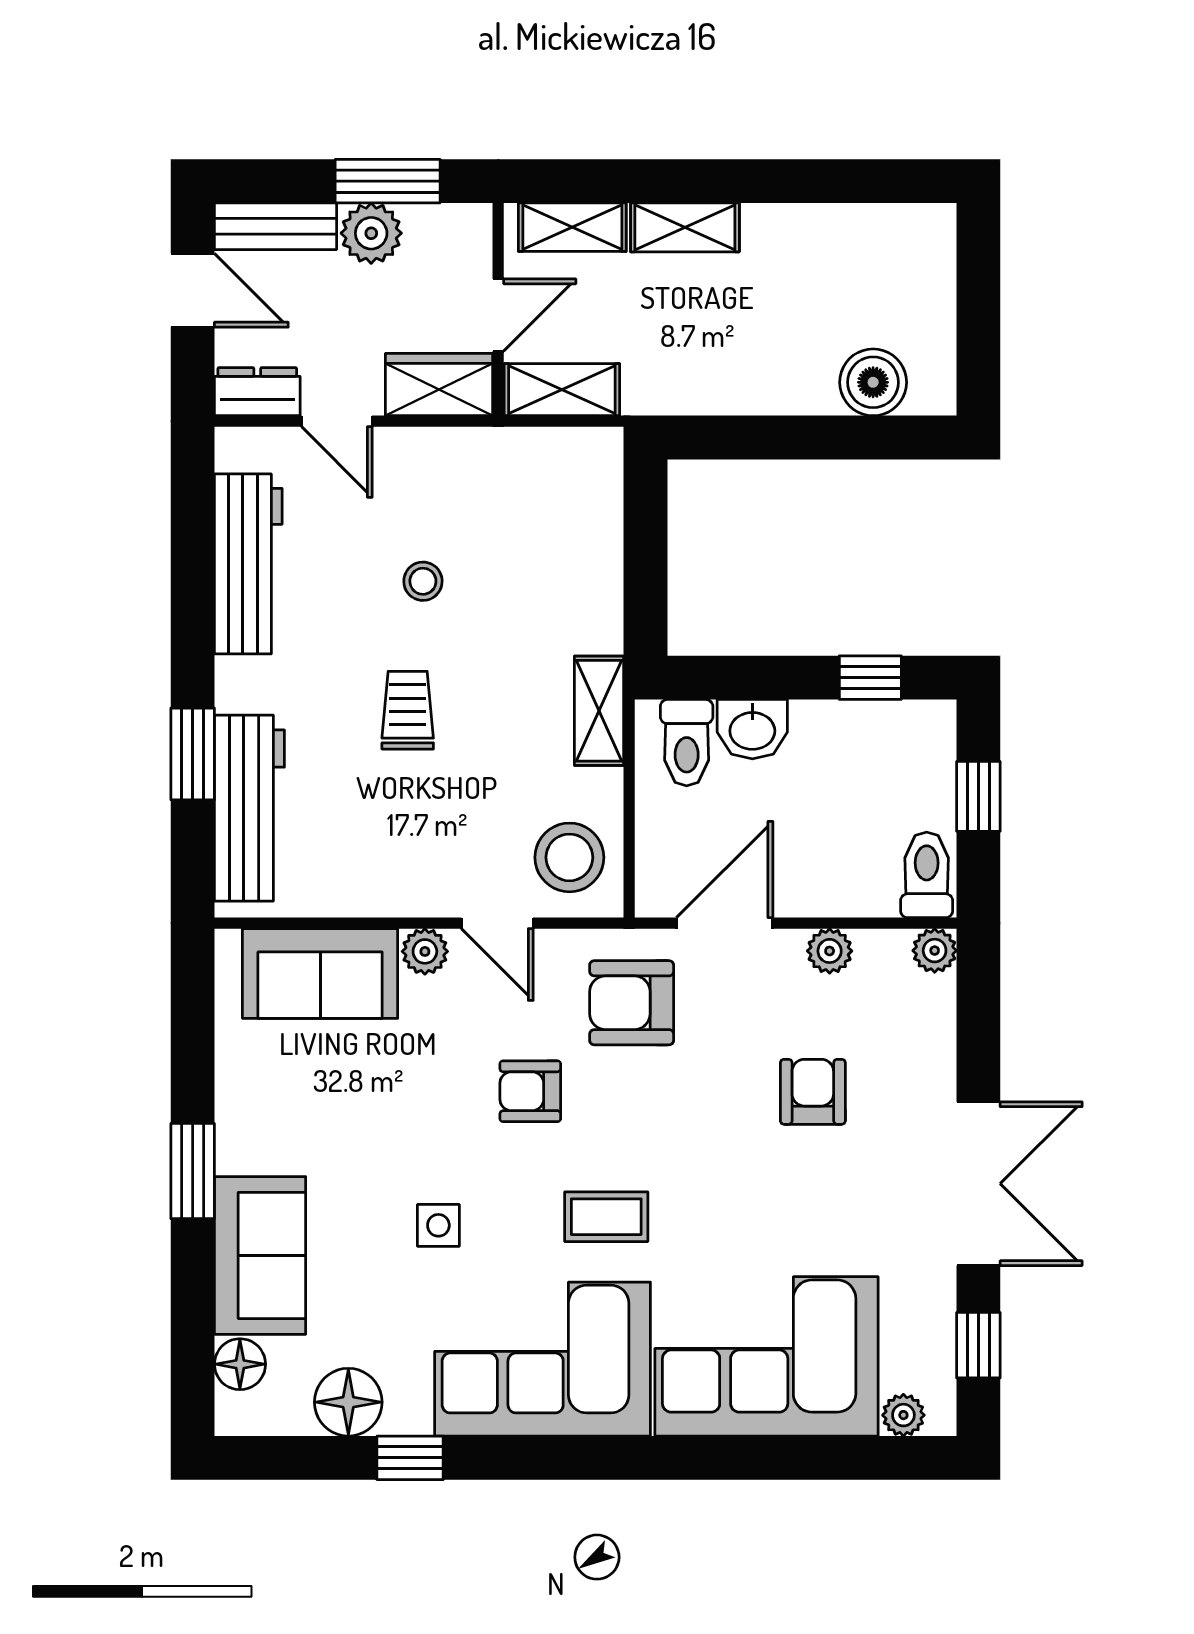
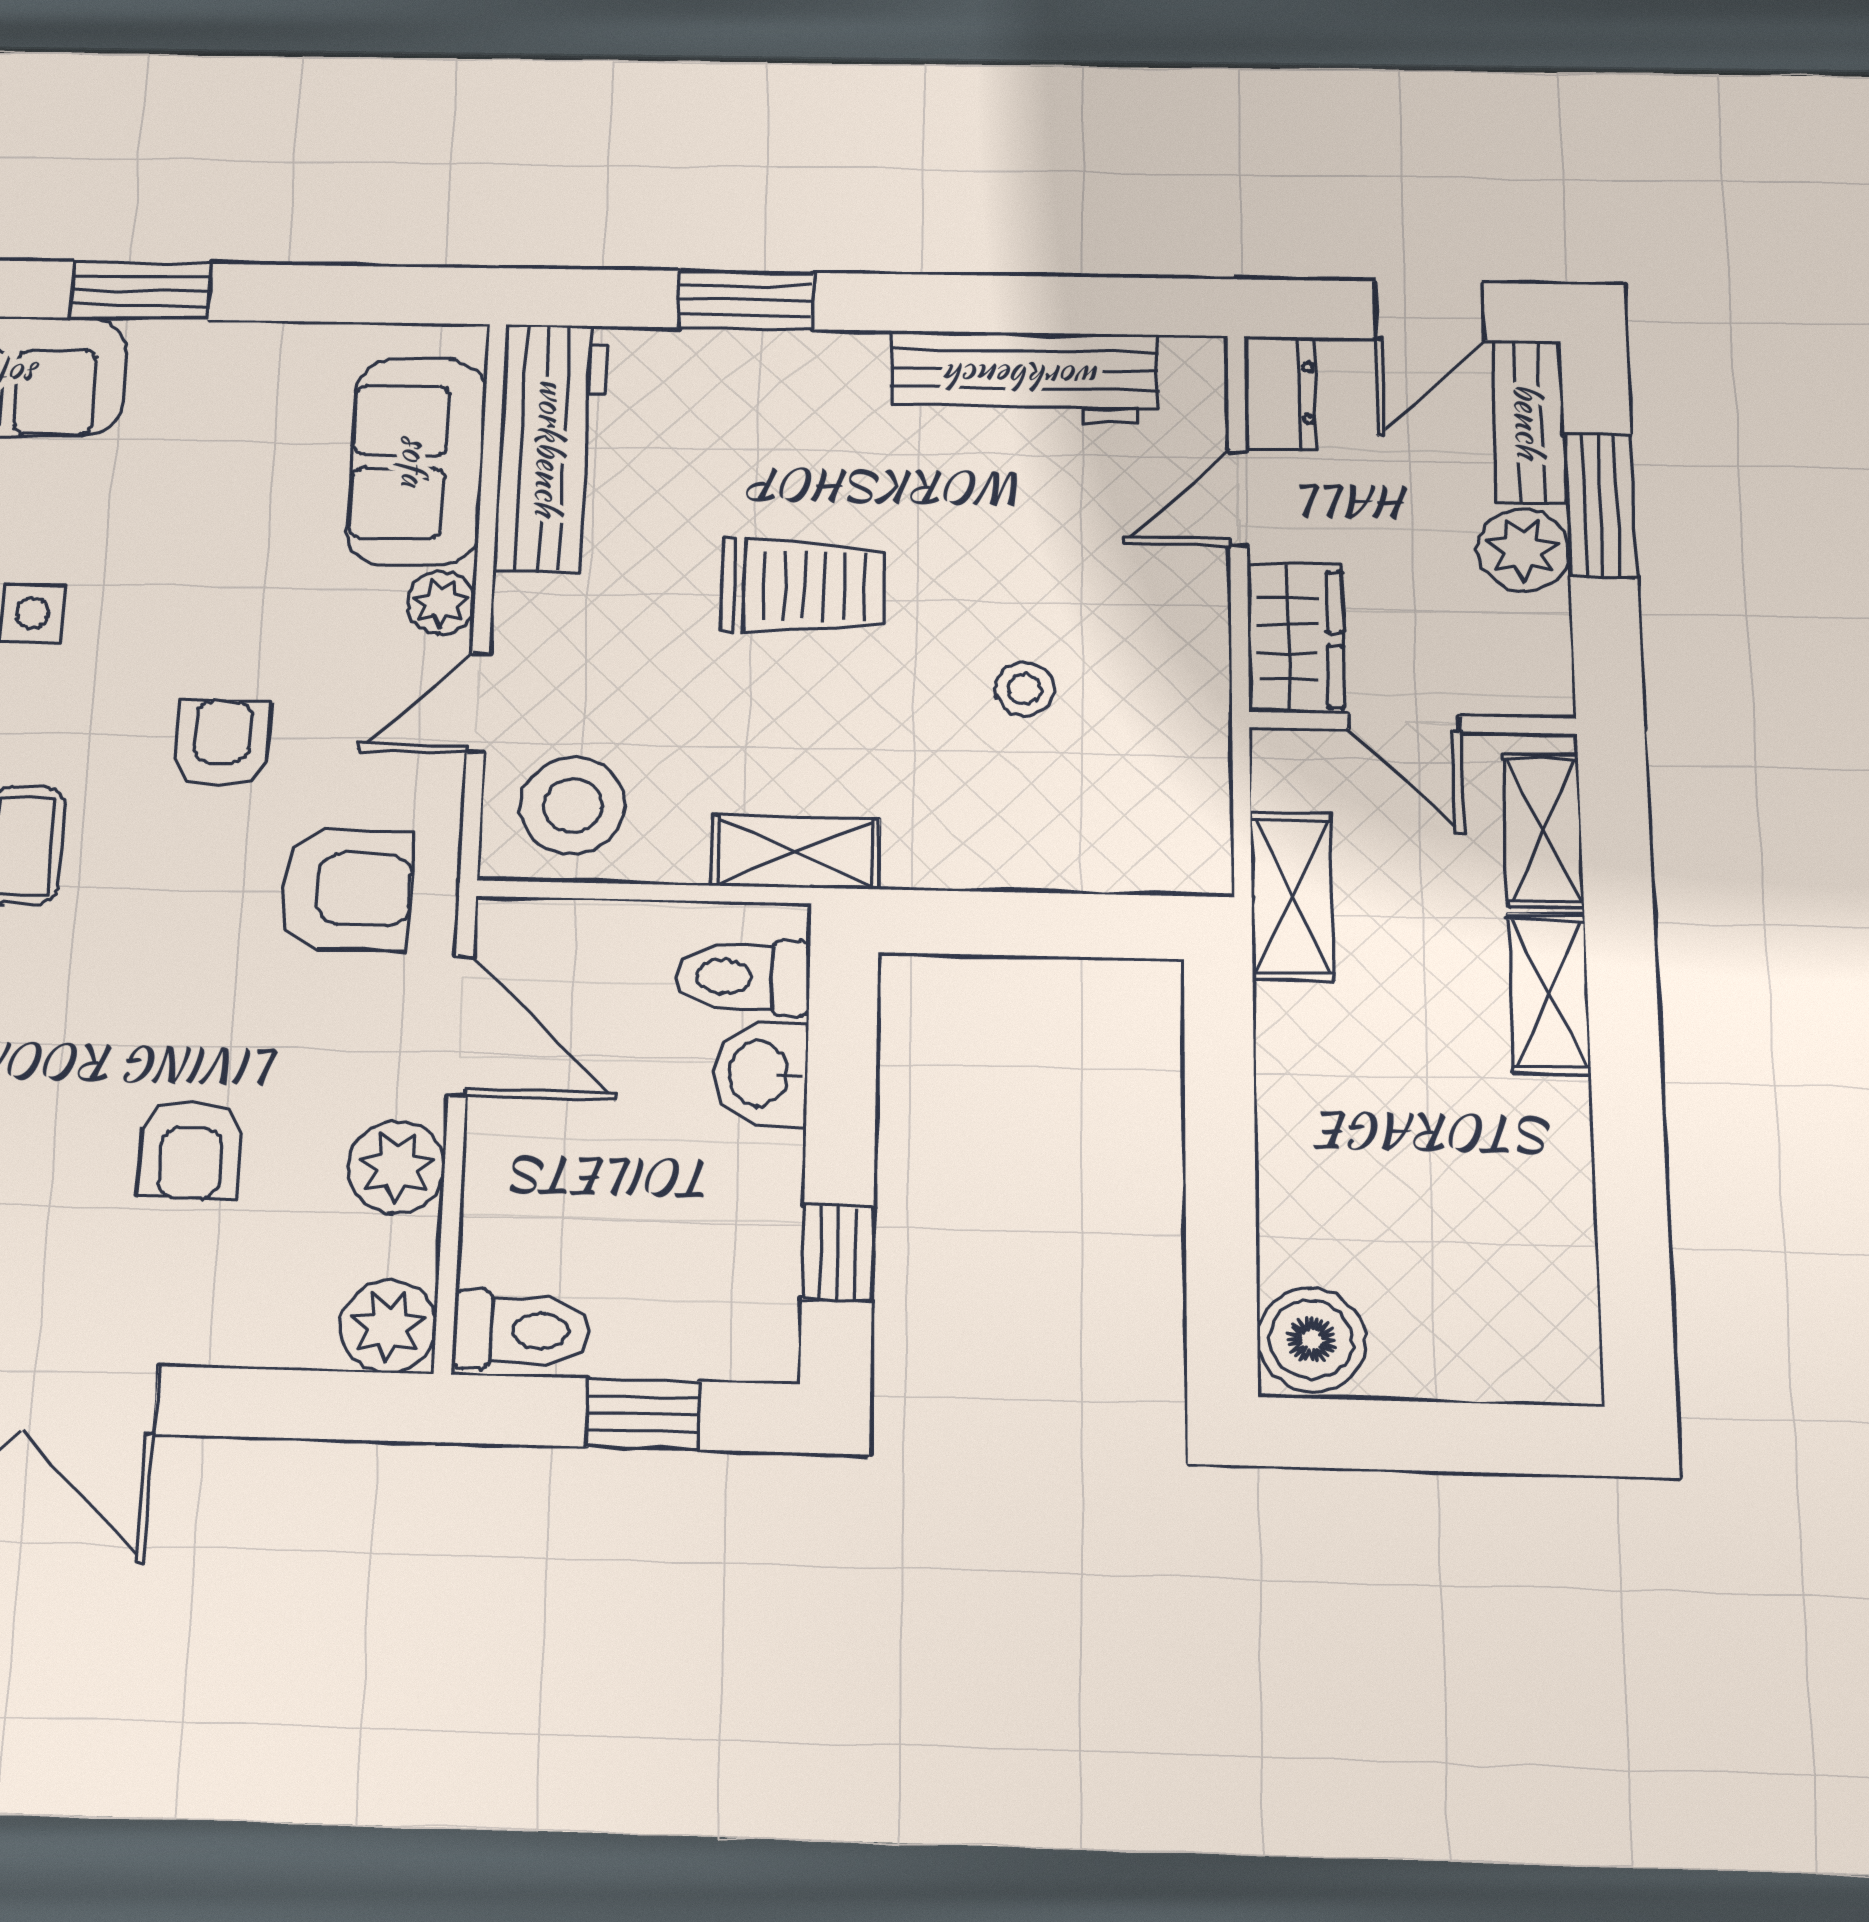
window: (388, 181) -> (1601, 505), moved
boiler: (873, 382) -> (1311, 1340), moved
shelving: (562, 390) -> (1292, 896), moved
stool: (423, 581) -> (1024, 689), moved
trolley: (408, 710) -> (803, 586), width x1.36, depth x1.39
workbench: (249, 808) -> (551, 447), moved, turned -90
plant: (830, 951) -> (397, 1167), width x1.38, depth x1.38
plant: (935, 951) -> (388, 1326), width x1.38, depth x1.38
armchair: (632, 1003) -> (346, 889), turned 90
armchair: (813, 1092) -> (191, 1149), turned 90

